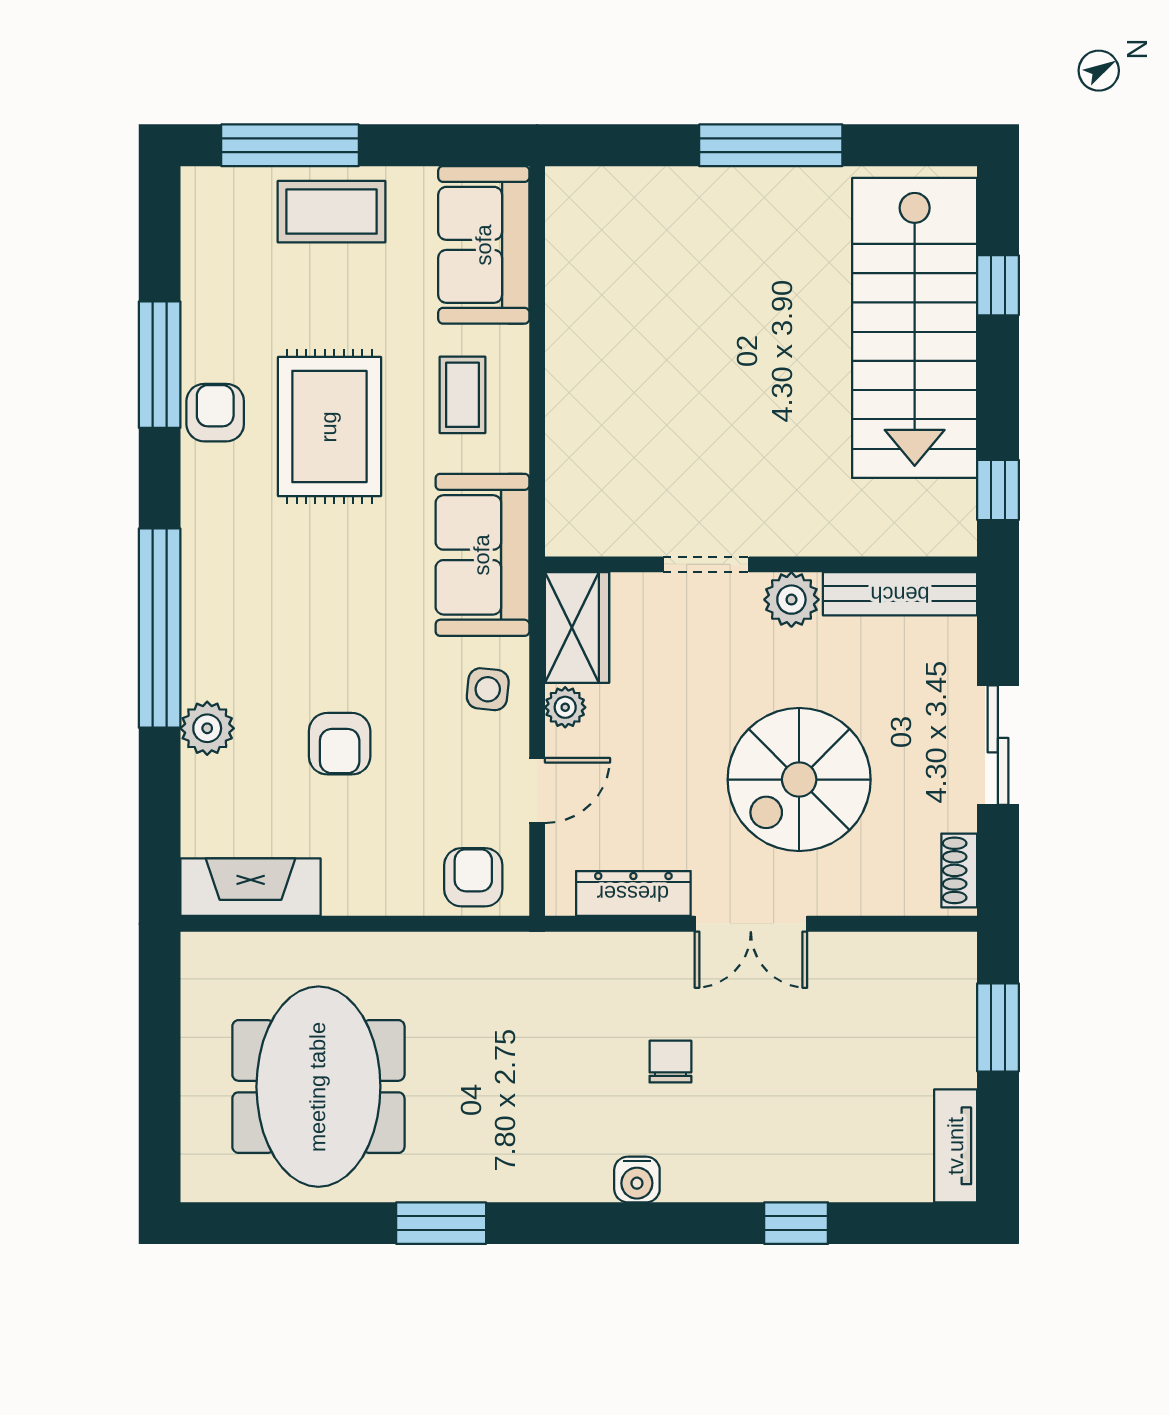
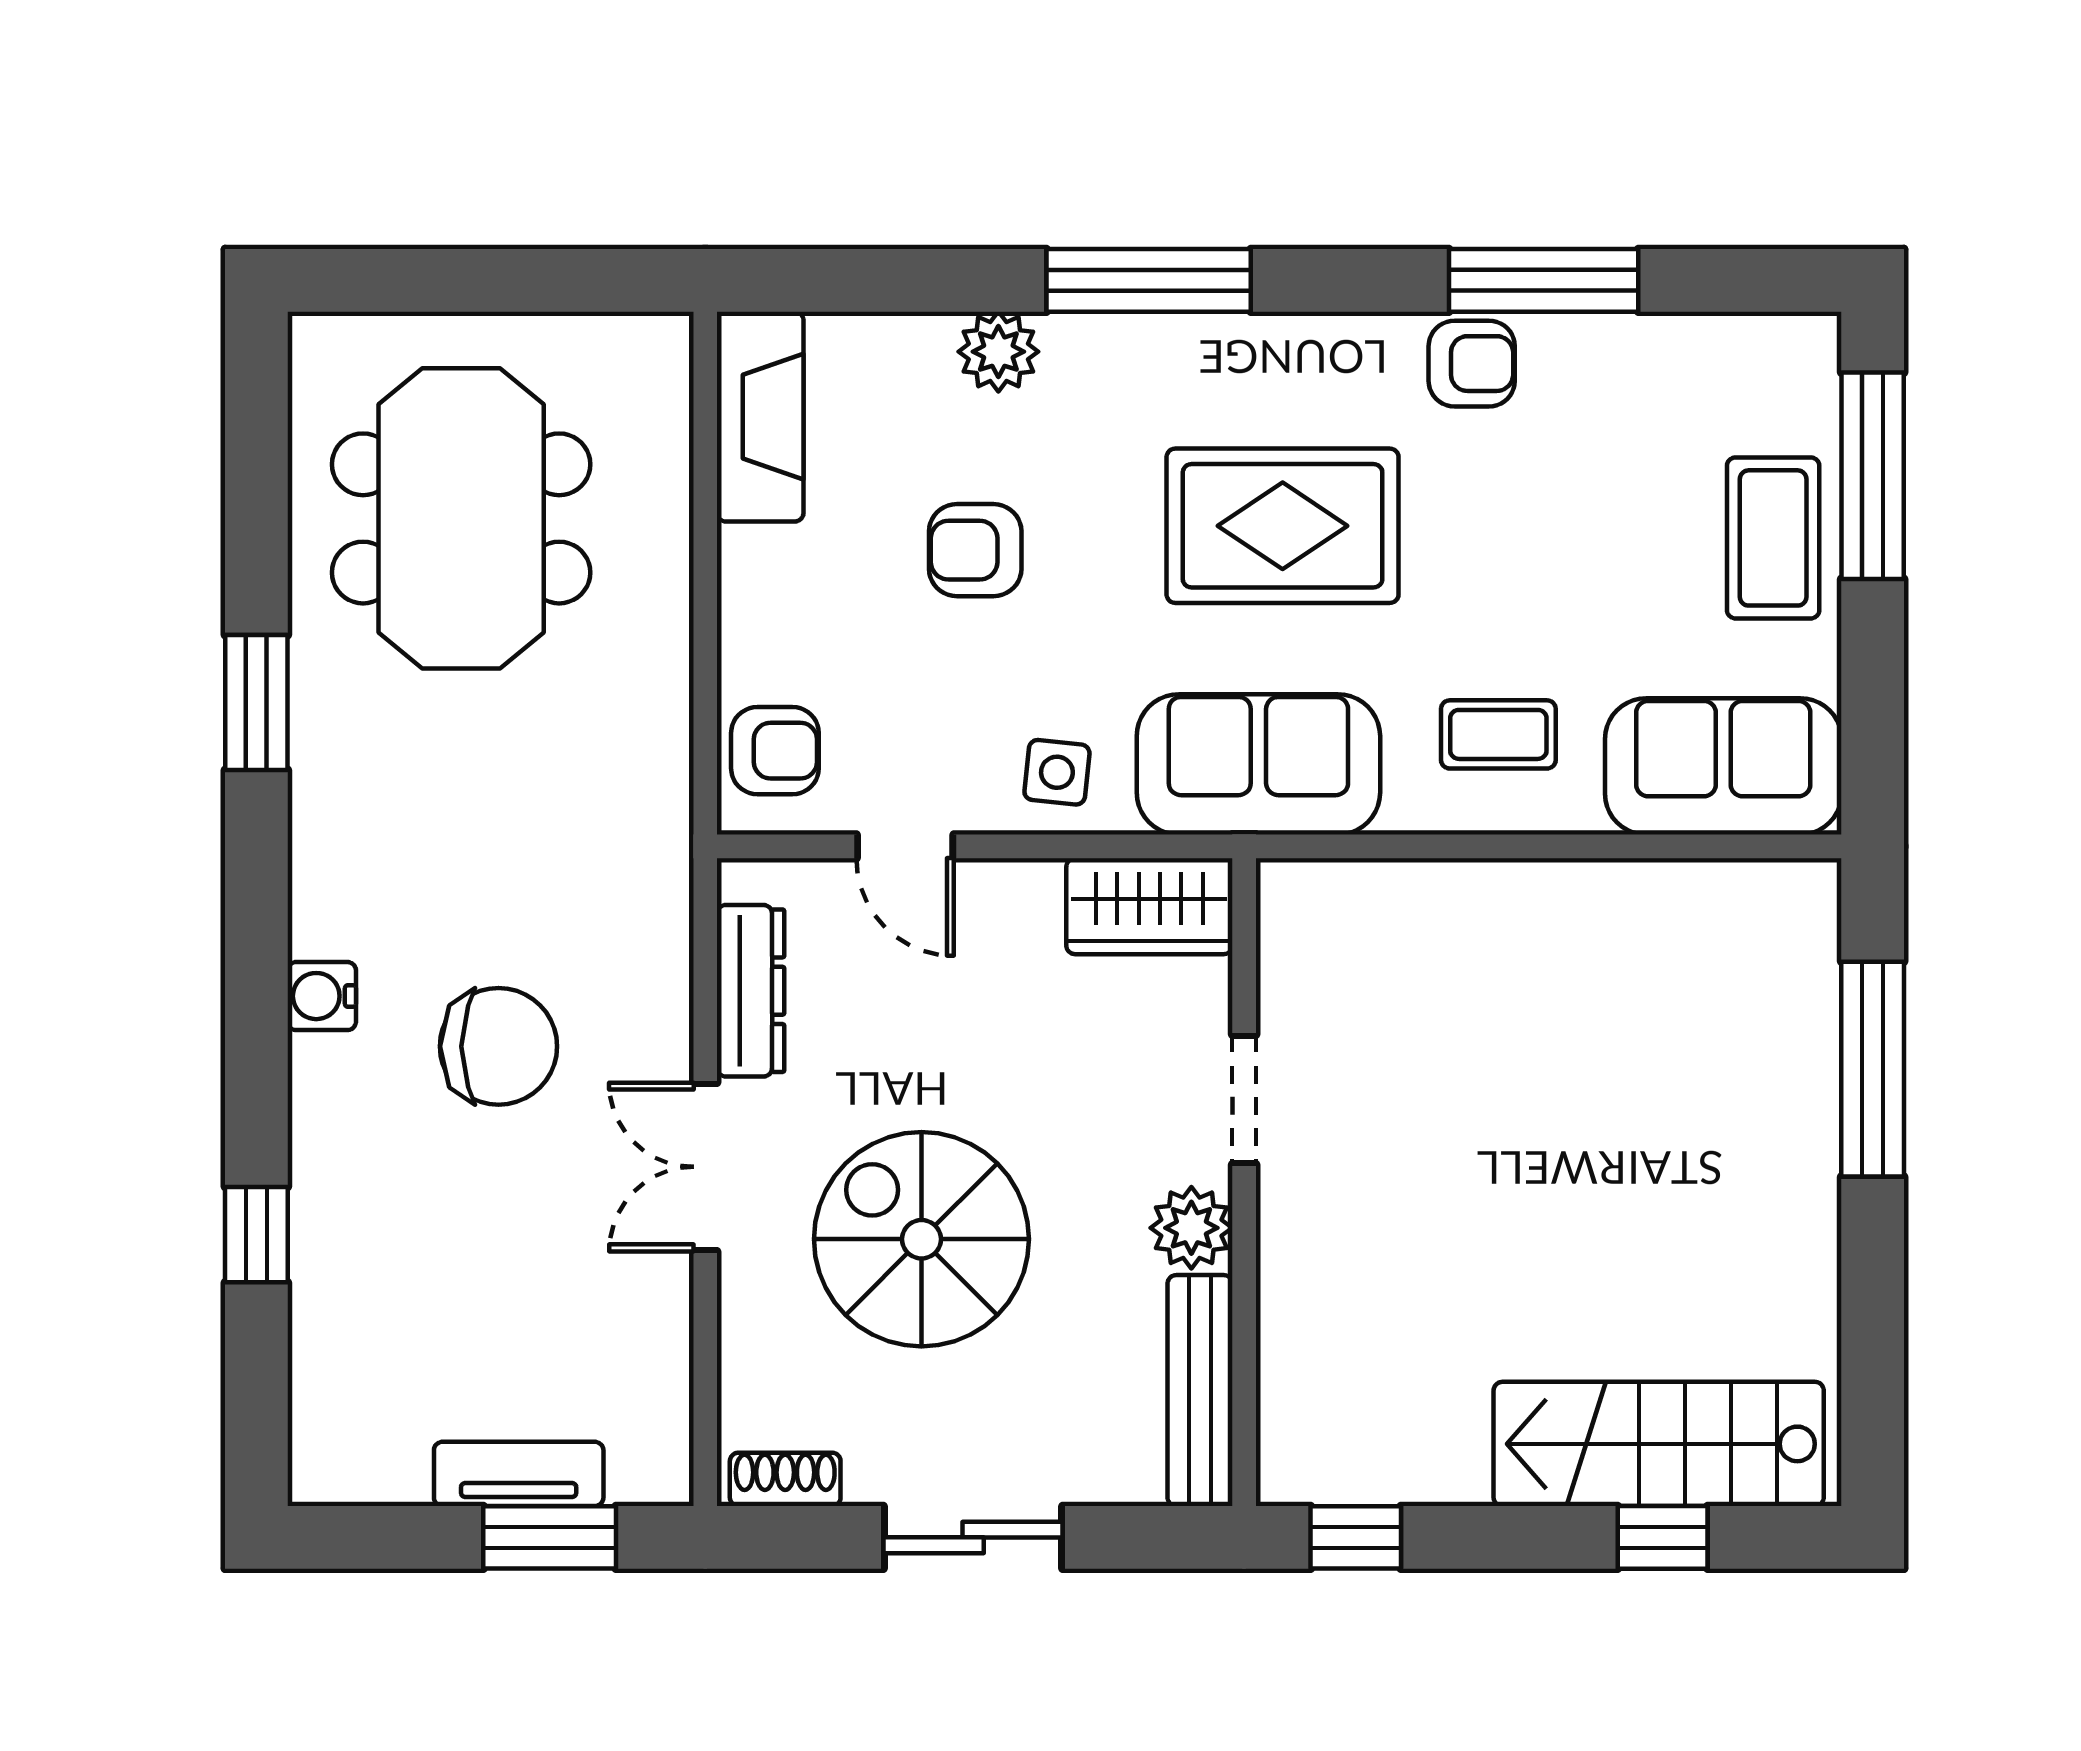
window: (771, 145) -> (1873, 1069), moved
stairs: (915, 328) -> (1659, 1444), width x0.73, depth x0.66
rug: (329, 427) -> (1283, 526), moved
window: (160, 628) -> (1149, 280), width x0.68
plant: (565, 707) -> (1030, 888), removed
chair: (670, 1062) -> (499, 1046), width x1.87, depth x1.87
meeting table: (318, 1087) -> (461, 518), turned 90
tv unit: (956, 1146) -> (519, 1474), moved

